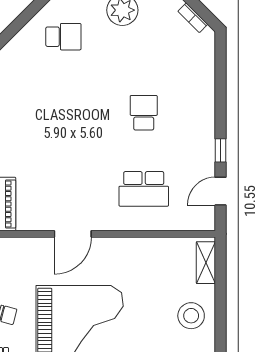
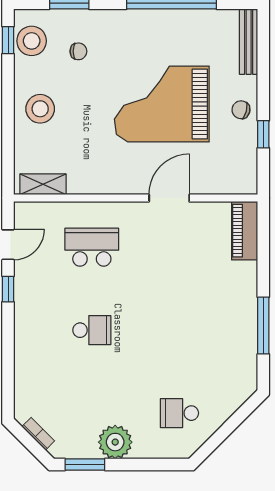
school desk: (144, 113) -> (92, 330), turned -90
shelving: (206, 263) -> (43, 184), moved, turned 90

